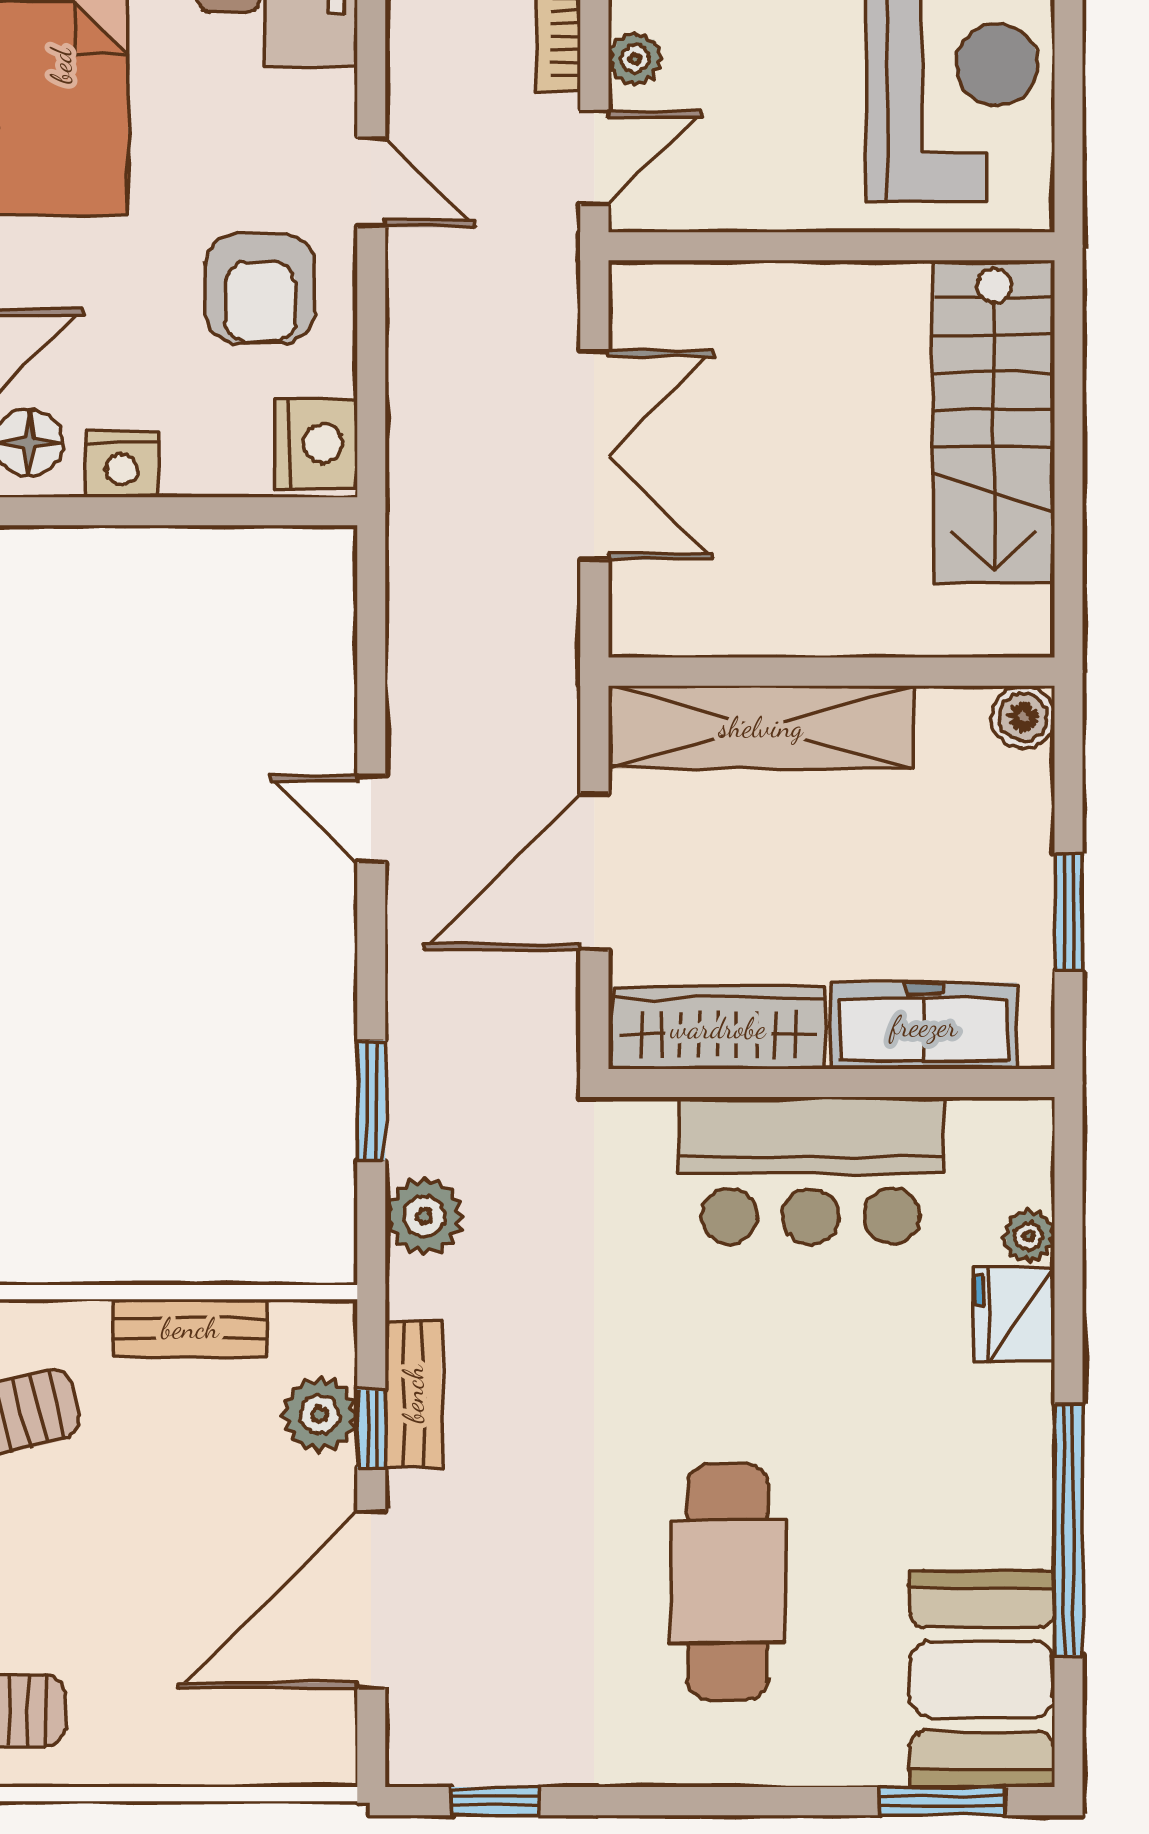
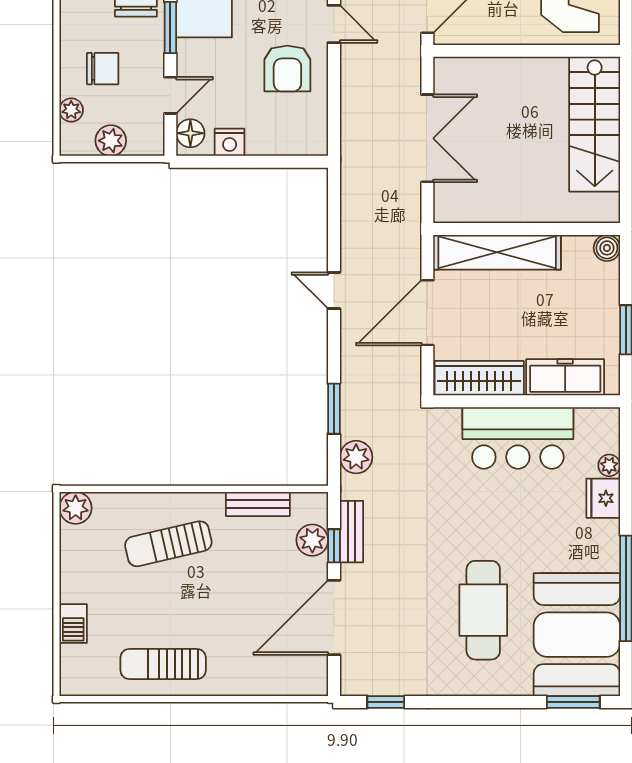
nightstand: (317, 444) -> (311, 134), removed
booth: (982, 1679) -> (577, 635), width x1.36, depth x1.42

